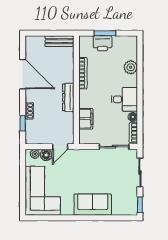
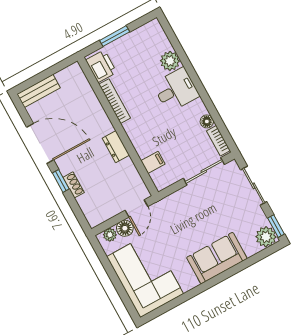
bench: (59, 41) -> (39, 91), moved
printer: (103, 43) -> (101, 66), moved, turned -90
dresser: (68, 97) -> (116, 147), width x0.70
desk: (124, 99) -> (176, 90), moved
filing cabinet: (86, 119) -> (153, 162), width x0.50
window: (23, 123) -> (61, 181), moved
plant: (130, 208) -> (266, 237), added

